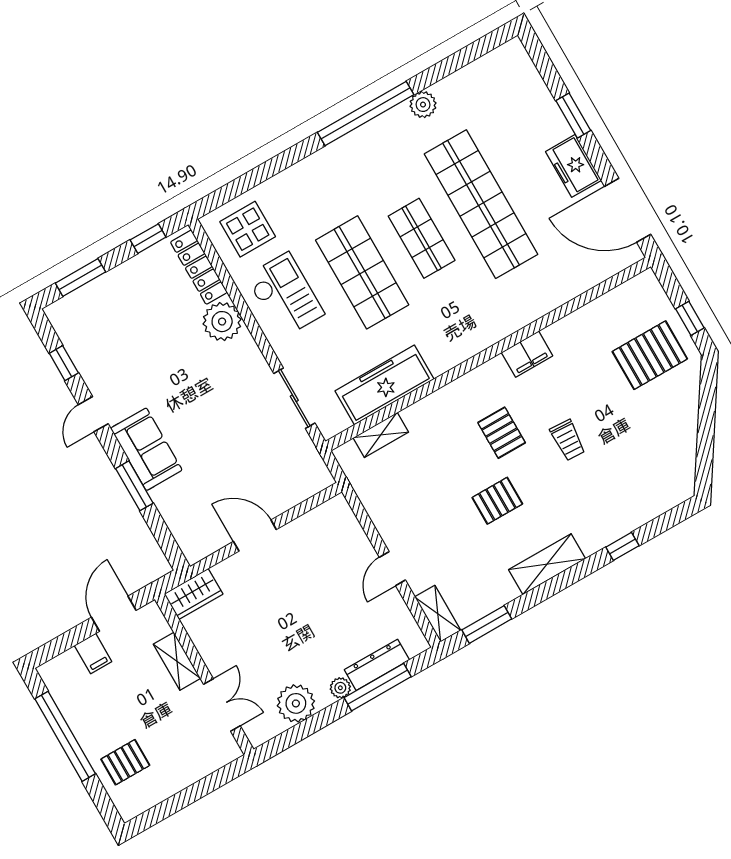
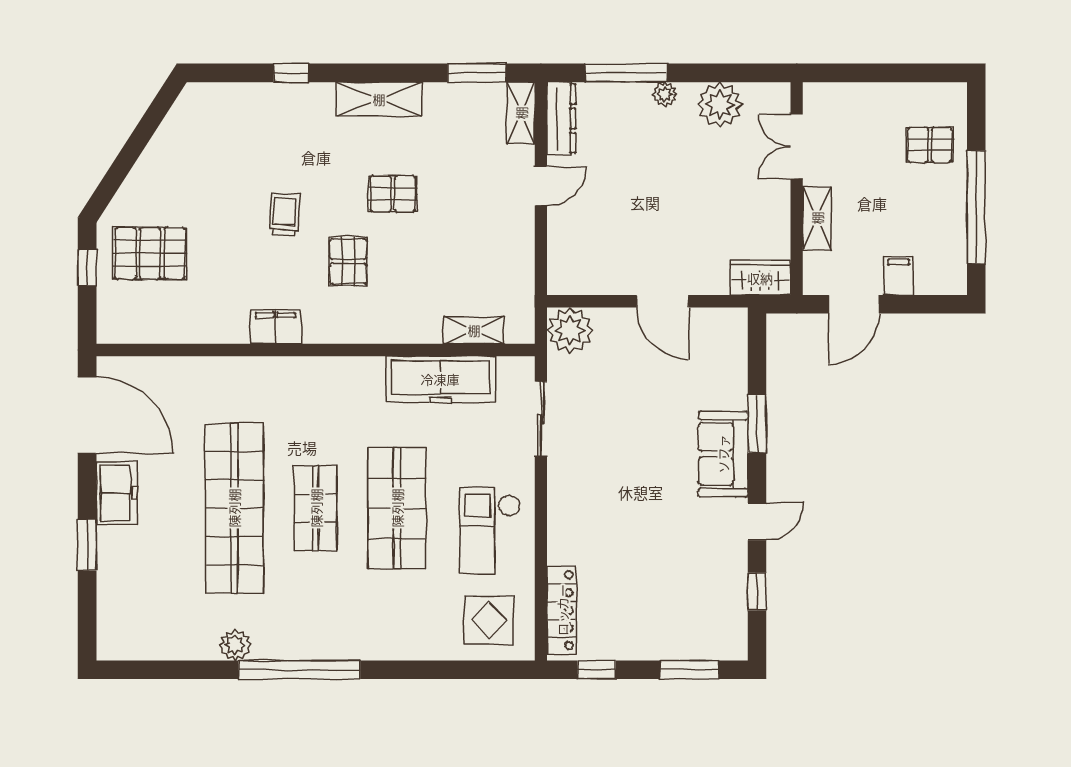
plant: (222, 322) -> (570, 330), moved
dresser: (377, 665) -> (561, 118), moved, turned -90

